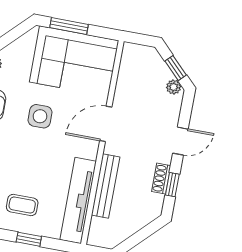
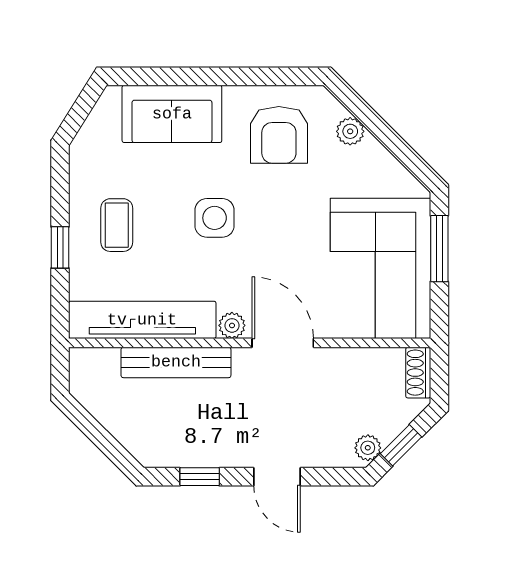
side table: (40, 116) -> (215, 218), moved
plant: (91, 151) -> (232, 325), added
shoe rack: (161, 179) -> (418, 373), moved, turned -90

